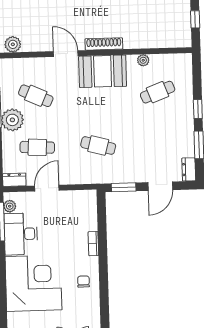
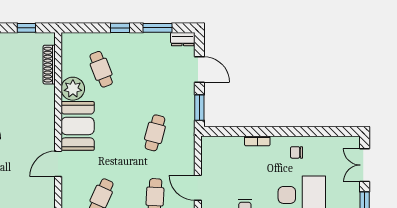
shoe rack: (104, 44) -> (49, 65), moved
plant: (143, 60) -> (73, 89), width x1.87, depth x1.87

